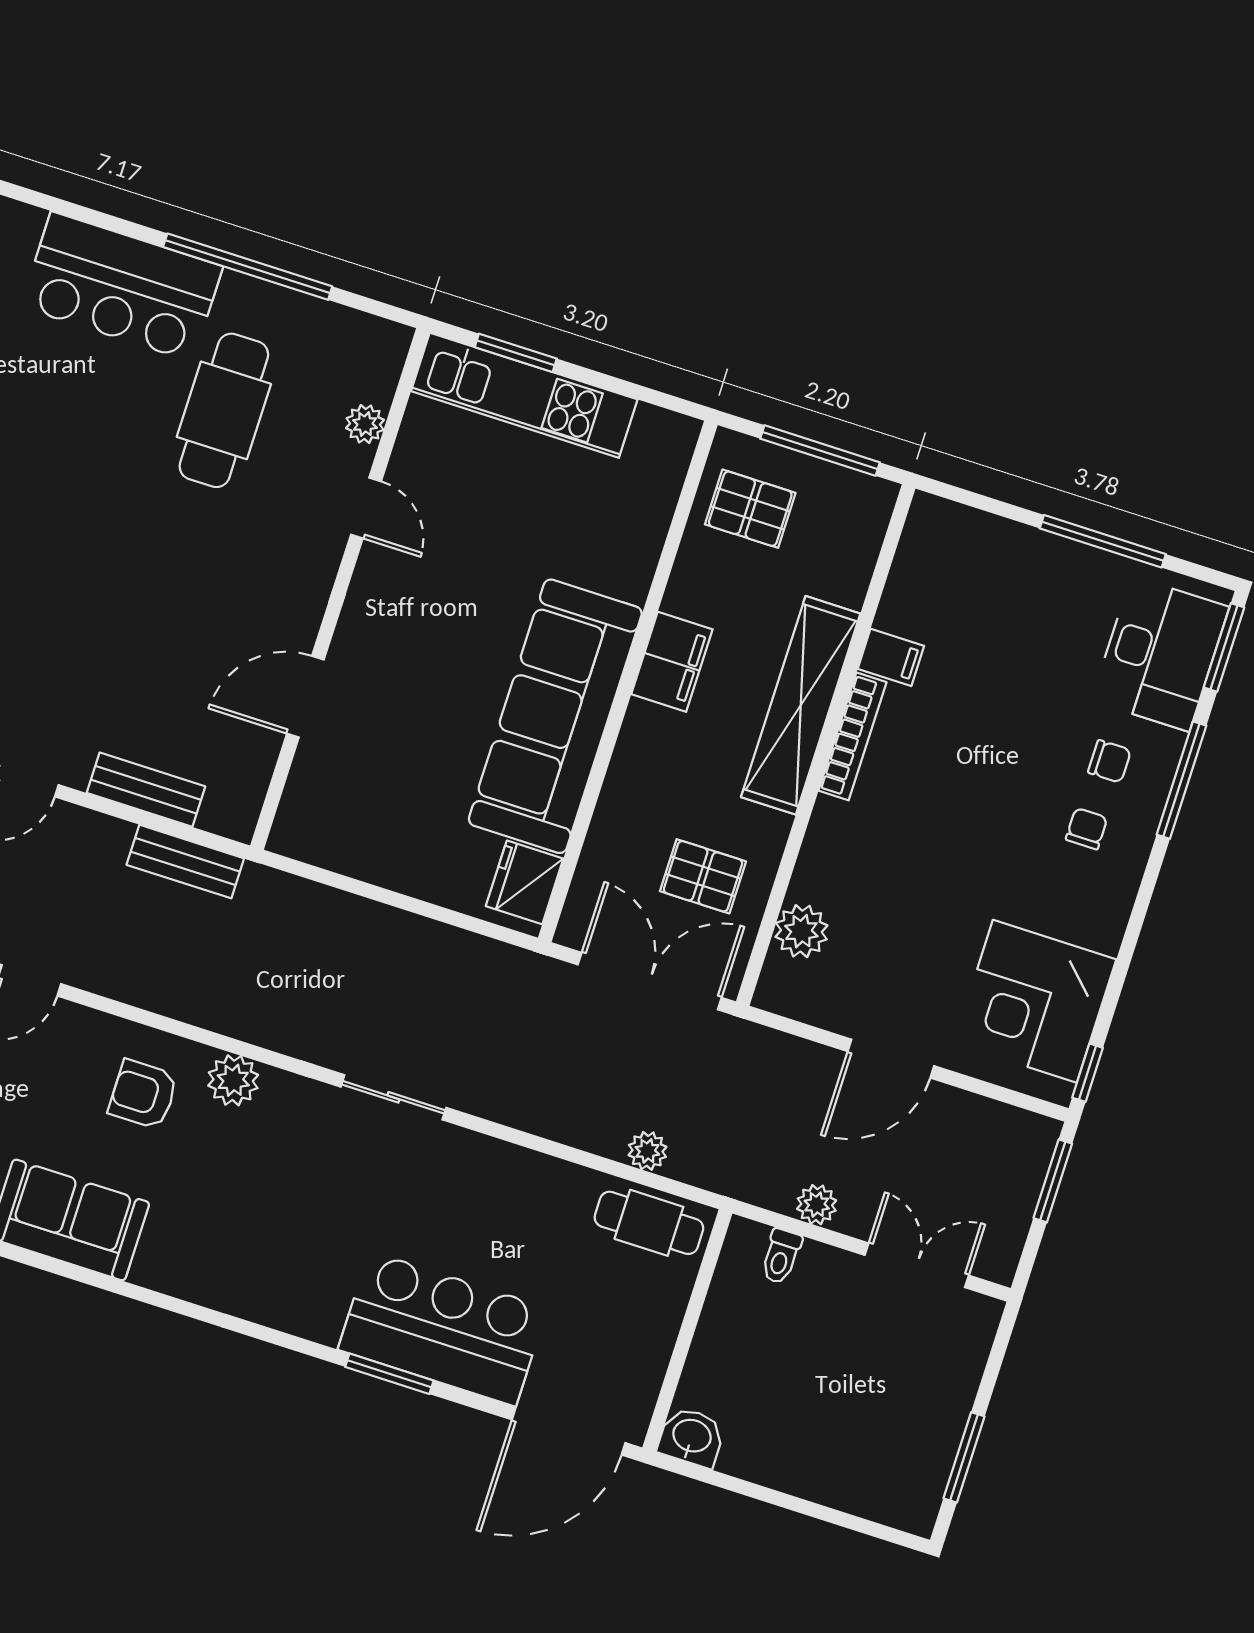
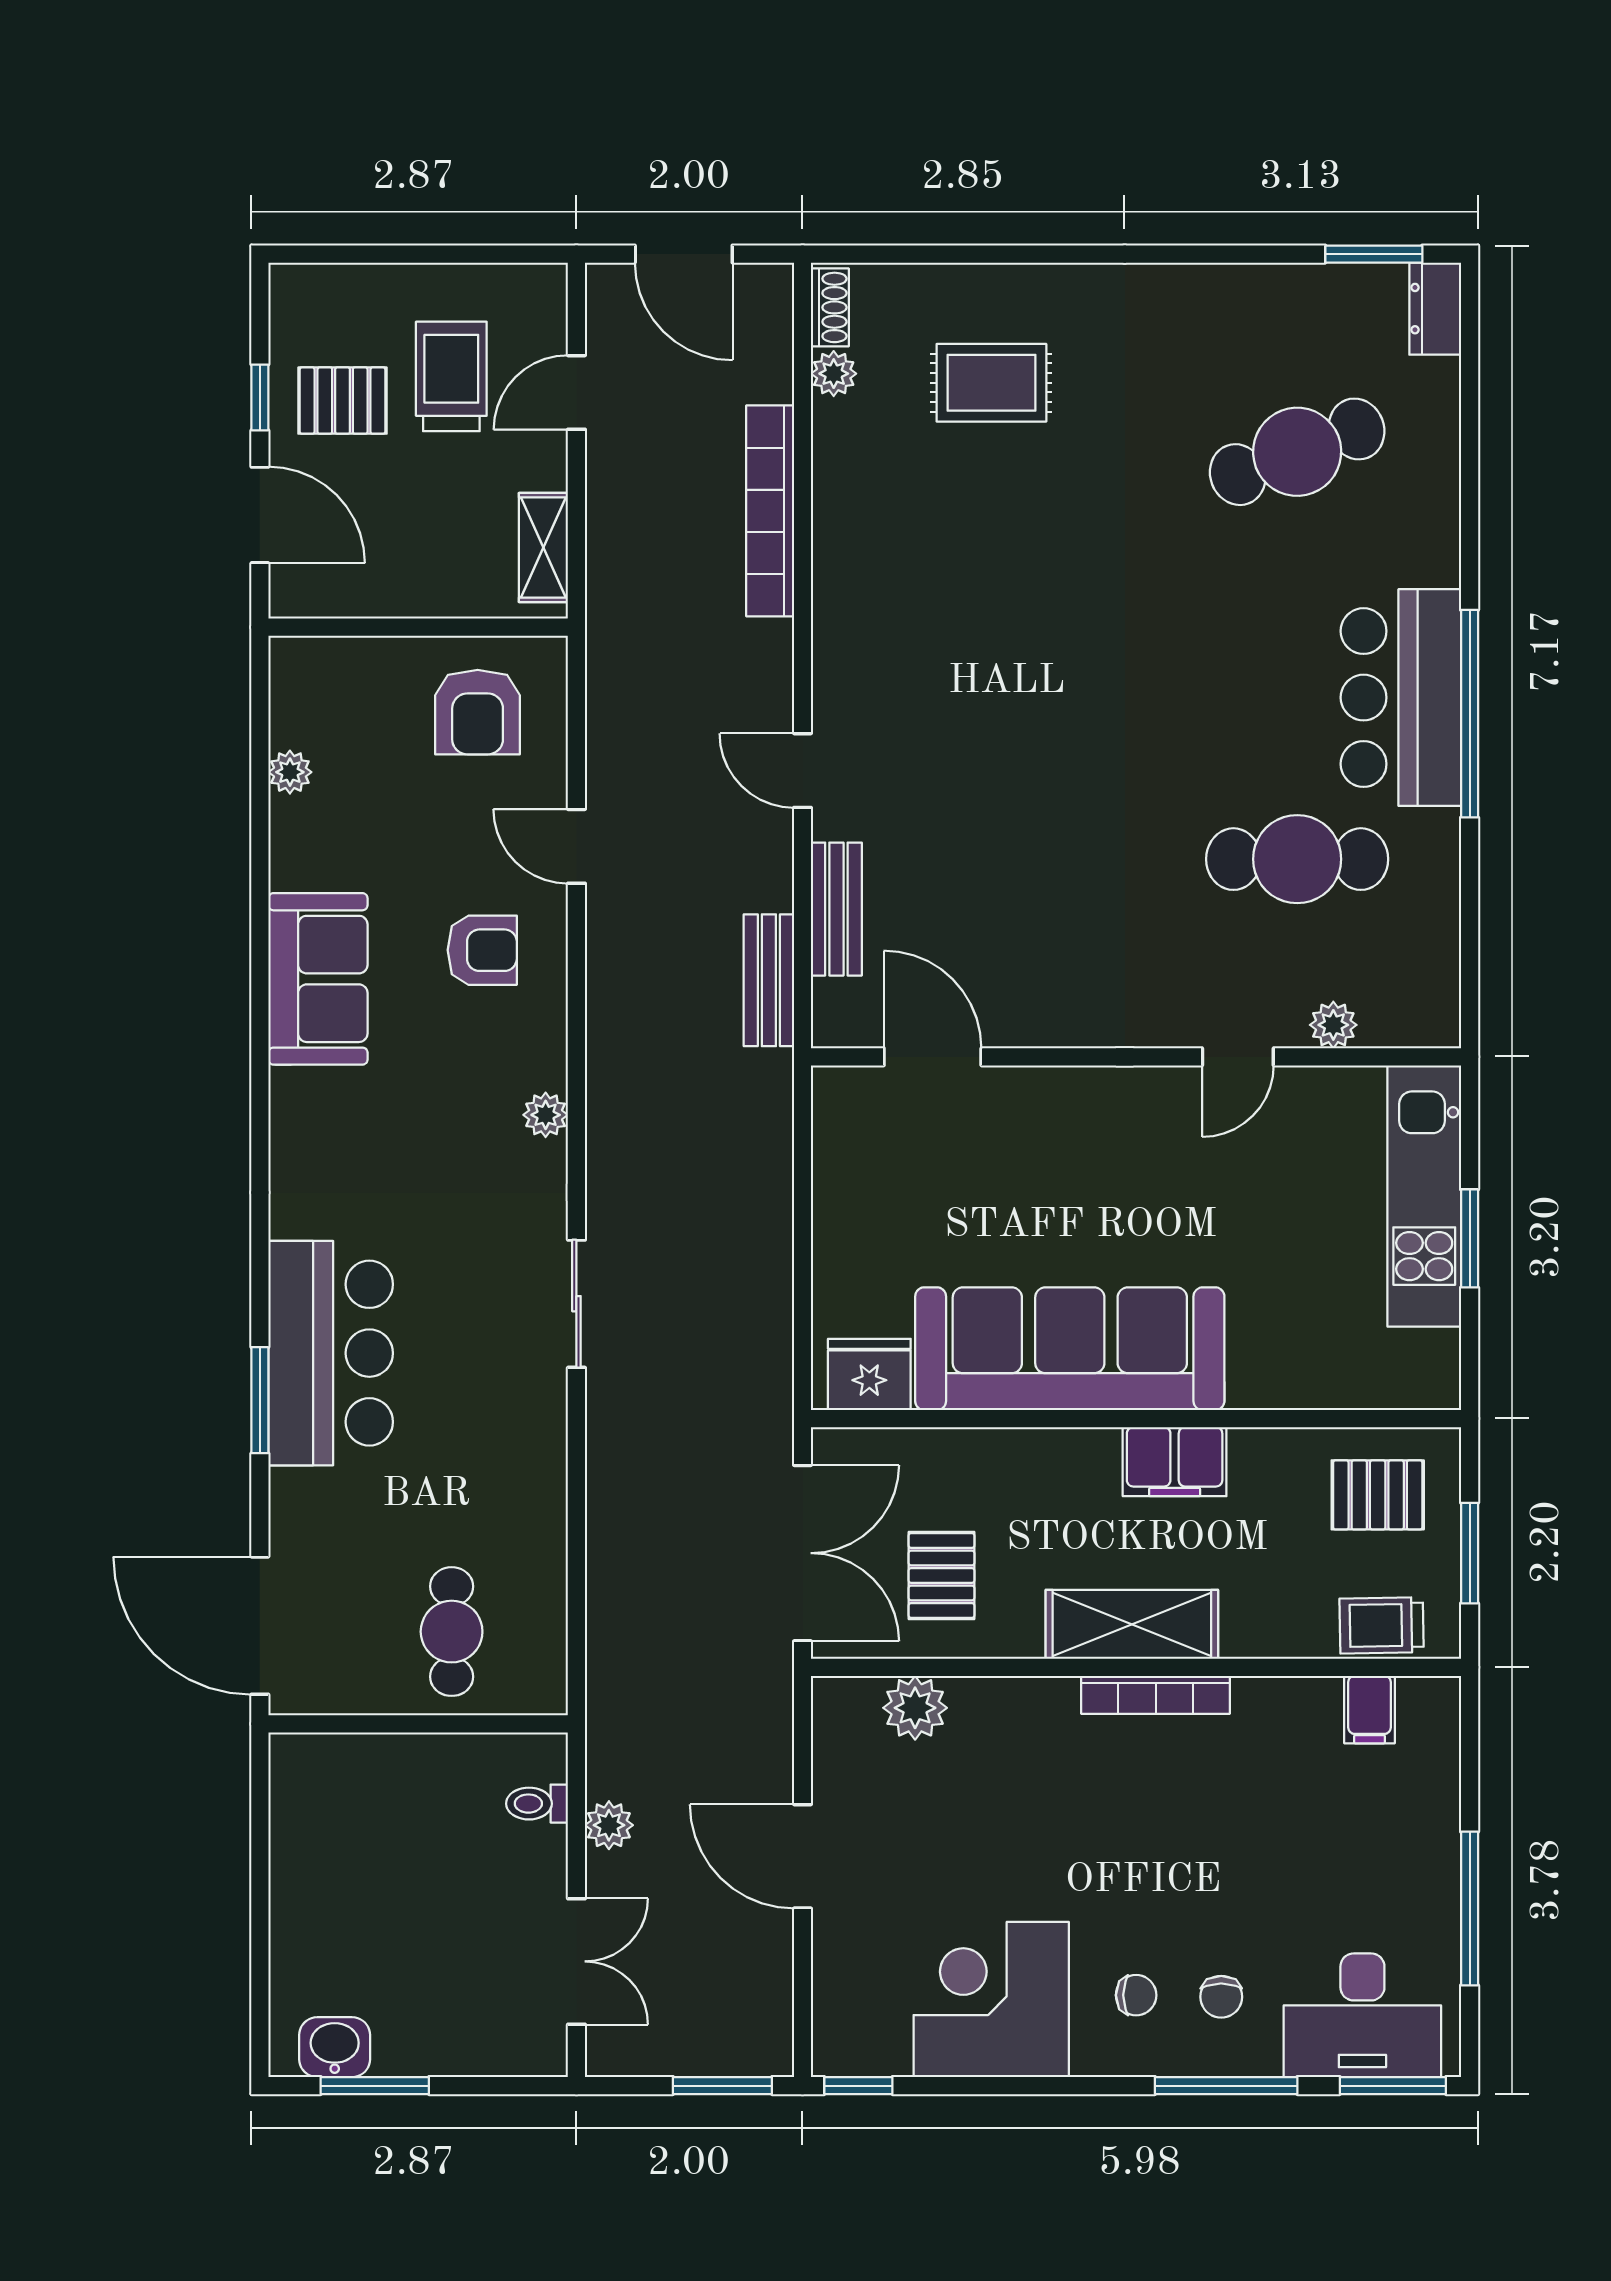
window: (248, 267) -> (1470, 714), moved
window: (516, 353) -> (1470, 1238), moved
window: (820, 450) -> (1470, 1553), width x0.69
pallet: (750, 509) -> (1378, 1495), turned 90
trolley: (855, 539) -> (1382, 1625), added
filing cabinet: (891, 657) -> (1369, 1710), moved
door: (305, 697) -> (933, 1057), moved
shelving: (801, 705) -> (1132, 1624), width x0.68
corner desk: (1035, 1001) -> (991, 1999), moved
plant: (233, 1080) -> (546, 1115), width x0.73, depth x0.73
armchair: (143, 1094) -> (482, 950), moved, turned 90
plant: (647, 1151) -> (608, 1613), removed
cafe table: (649, 1223) -> (452, 1632), moved
bar counter: (443, 1329) -> (331, 1353), moved
washbasin: (692, 1437) -> (335, 2047), moved, turned -90

